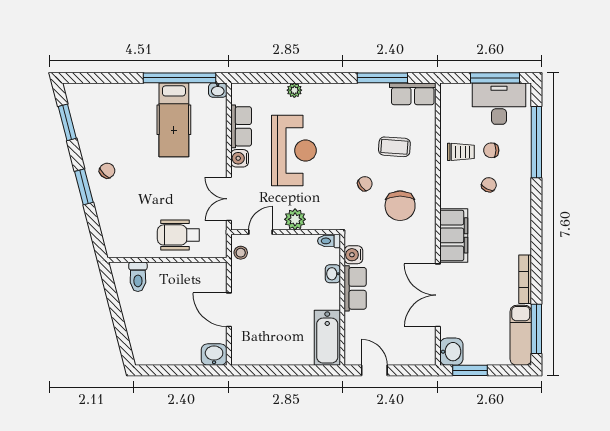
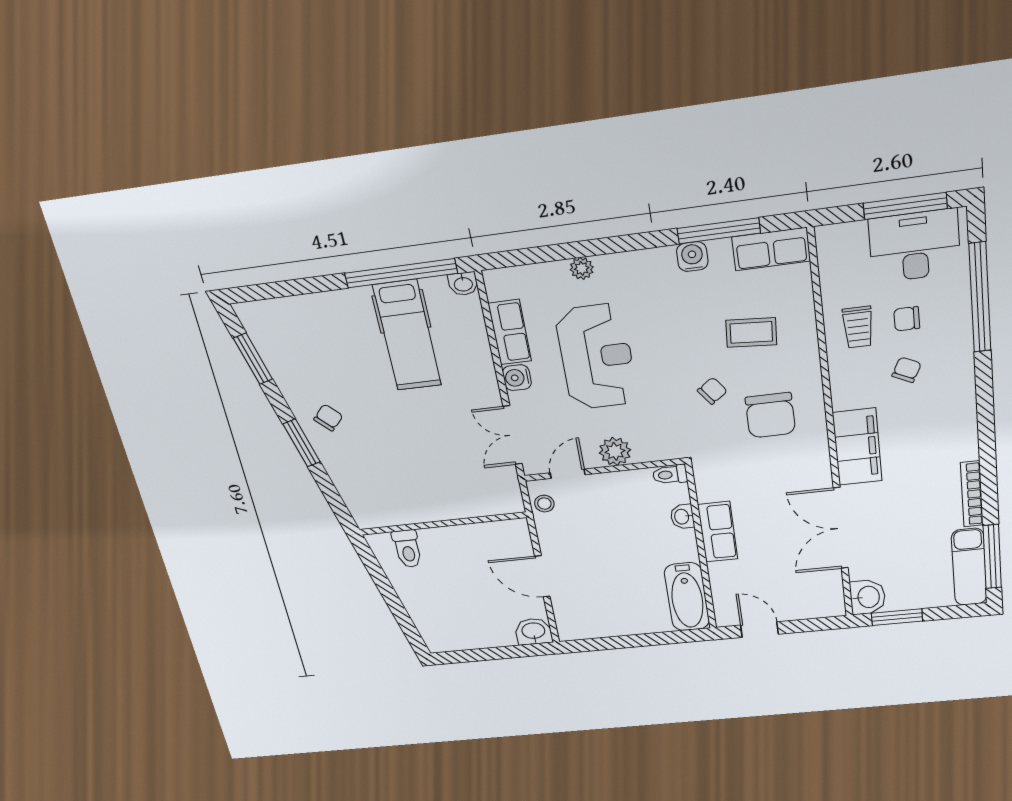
trolley: (461, 152) -> (858, 327), turned 90
wheelchair: (178, 235) -> (451, 490), removed
water cooler: (353, 255) -> (692, 257), moved, turned 90

